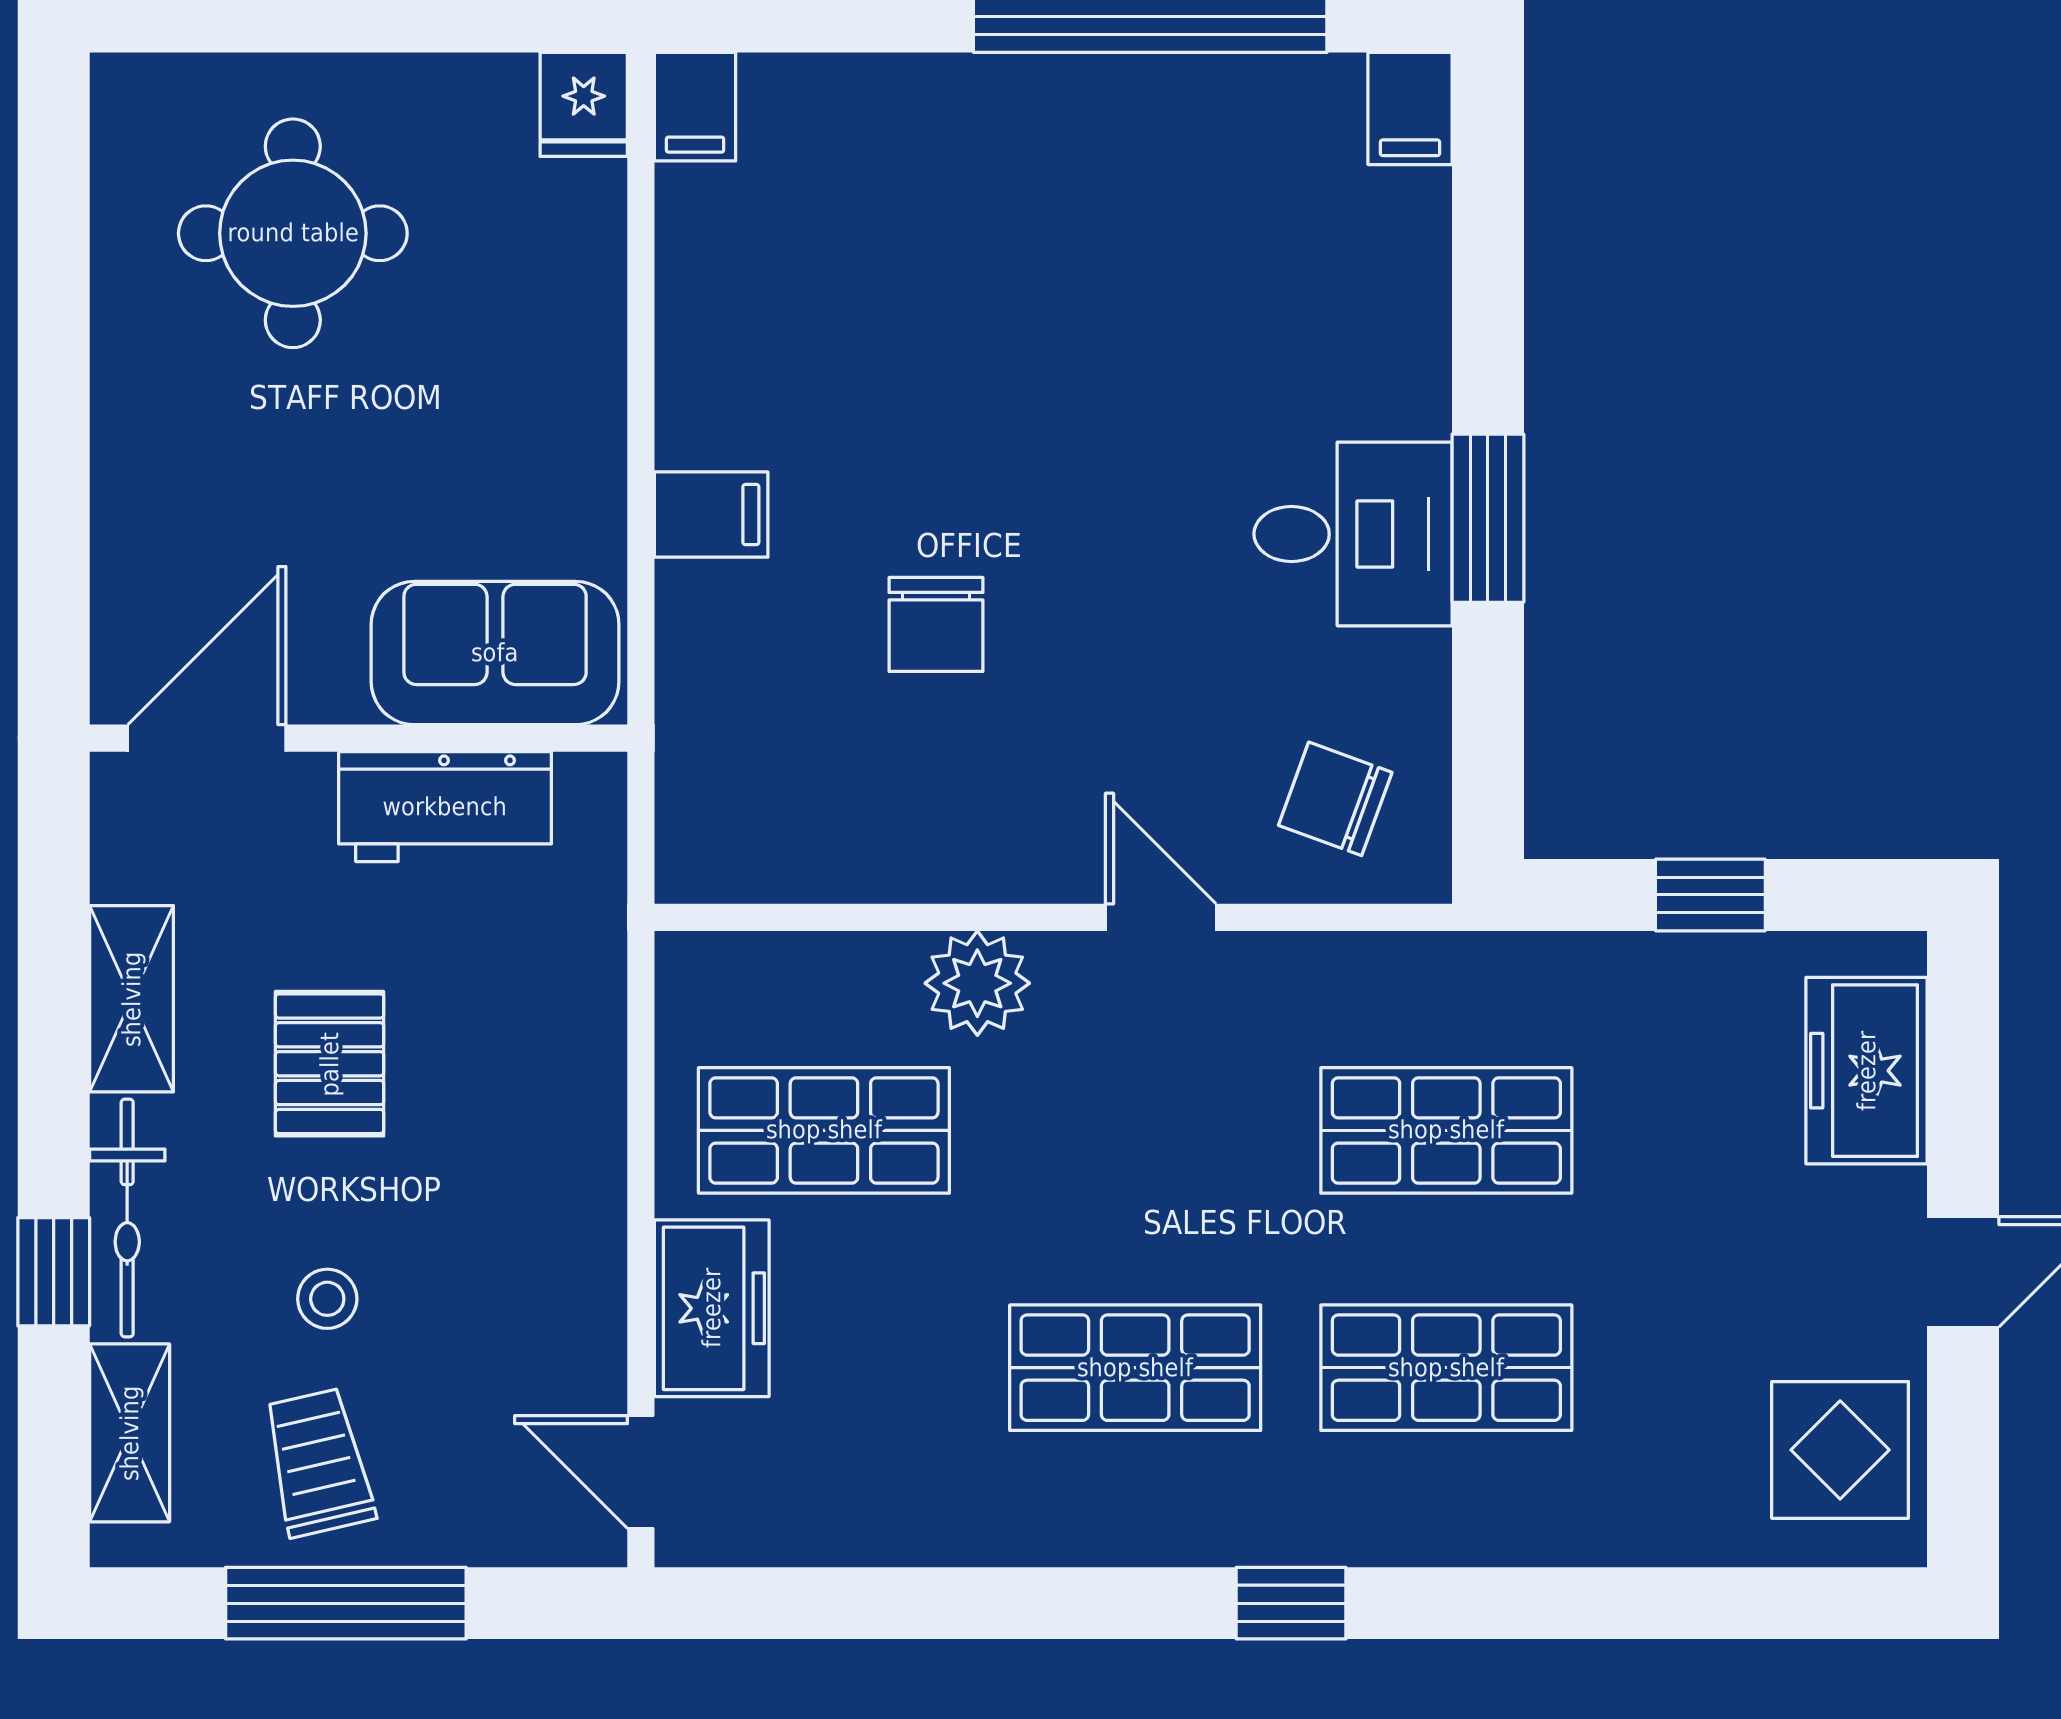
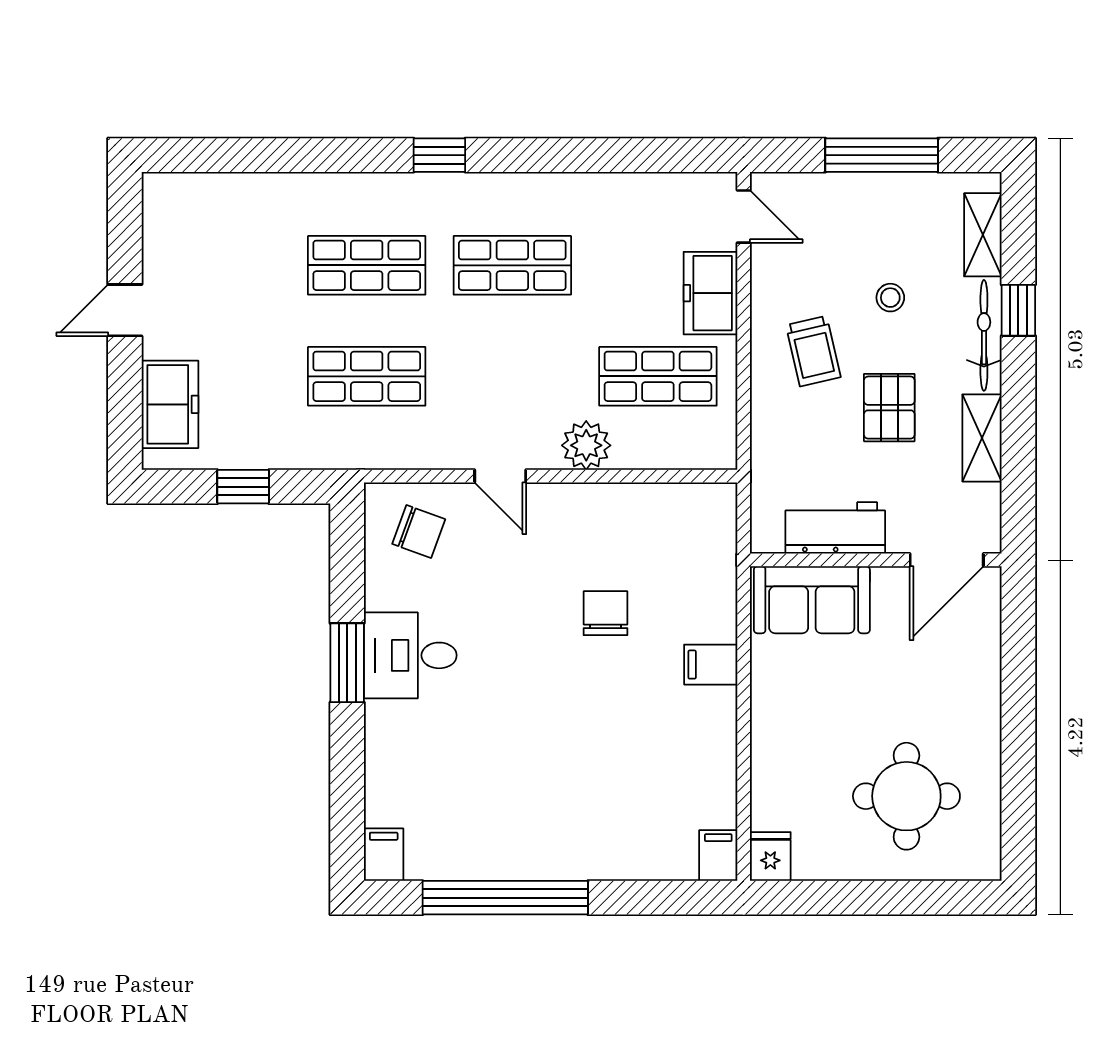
display table: (1840, 1450) -> (182, 227), removed
trolley: (318, 1463) -> (813, 351), moved

